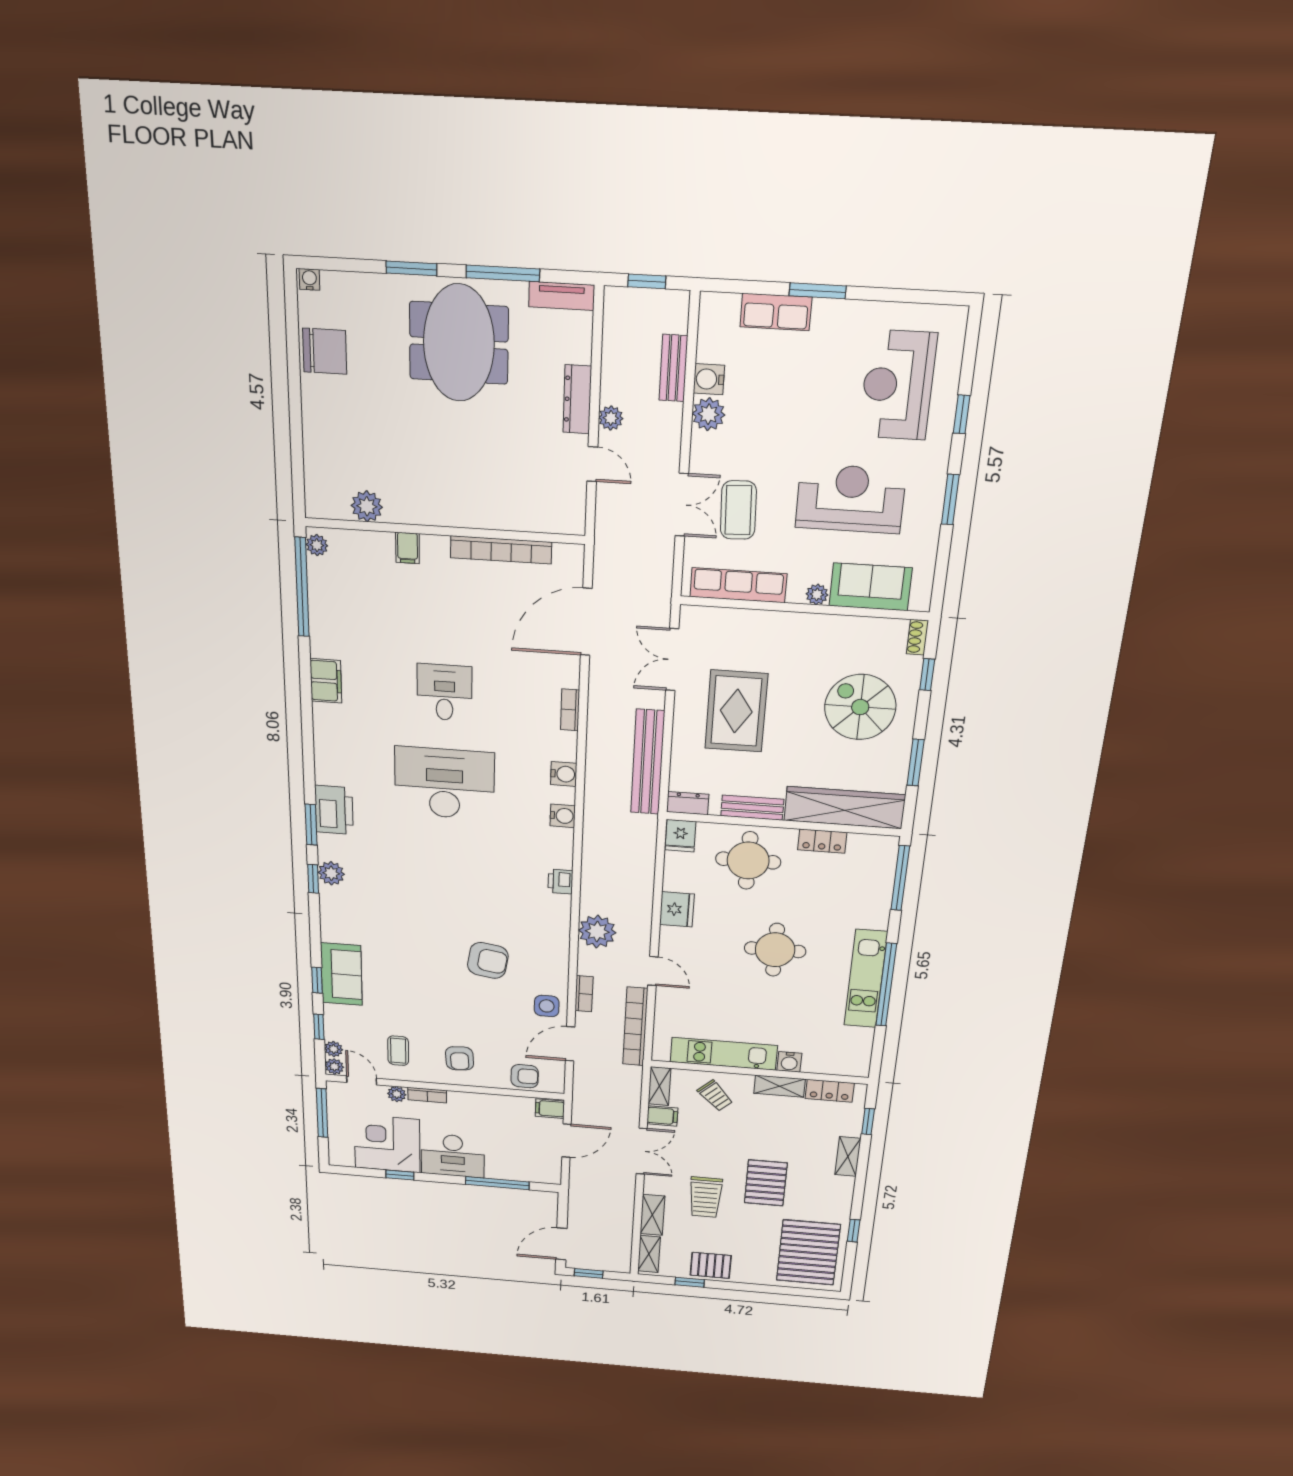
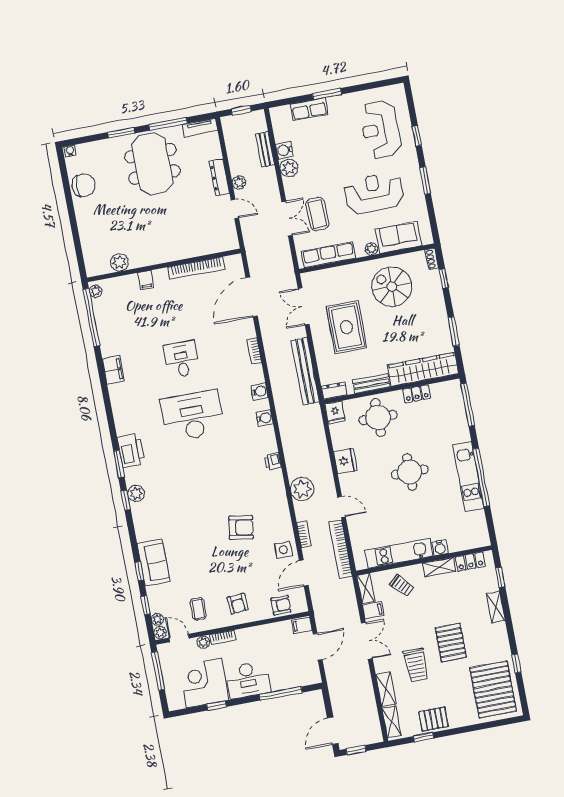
spiral stairs: (860, 707) -> (392, 287), moved

